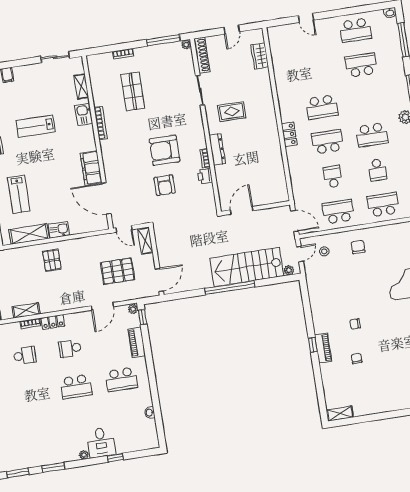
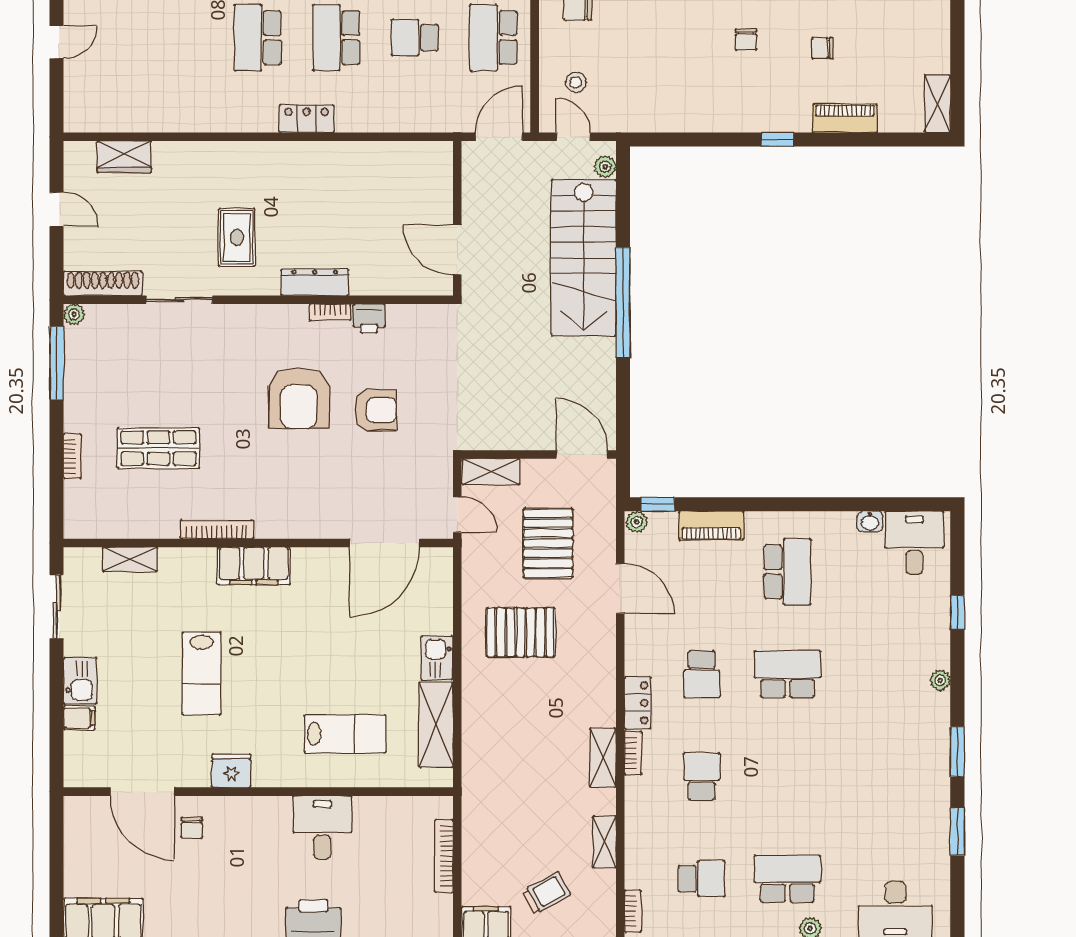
school desk: (322, 107) -> (258, 38), turned 180
kitchen sink: (84, 114) -> (80, 681), moved, turned -90
filing cabinet: (91, 168) -> (254, 566), moved
door: (124, 229) -> (457, 515), hinge flipped
pallet: (52, 260) -> (521, 632), moved, width x1.50, depth x1.42
piano: (323, 348) -> (845, 118), moved
school desk: (76, 387) -> (787, 674), turned -90
desk: (101, 442) -> (914, 543), moved, turned -90

